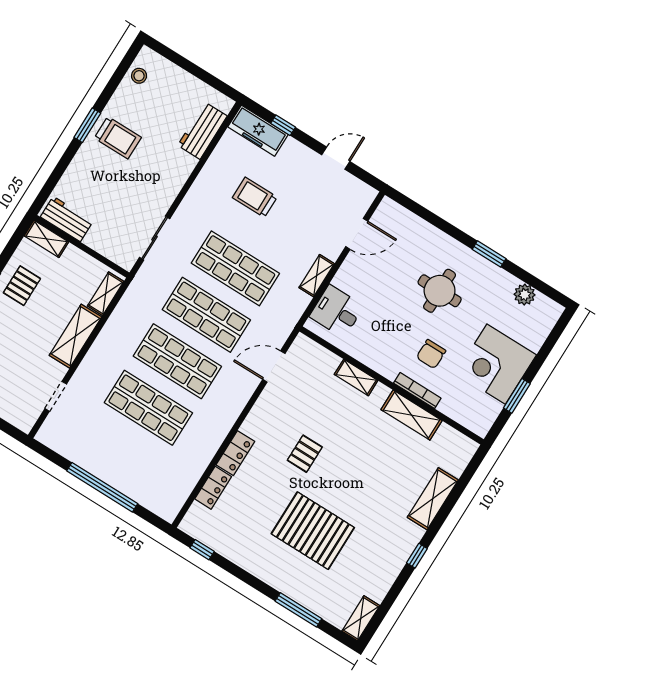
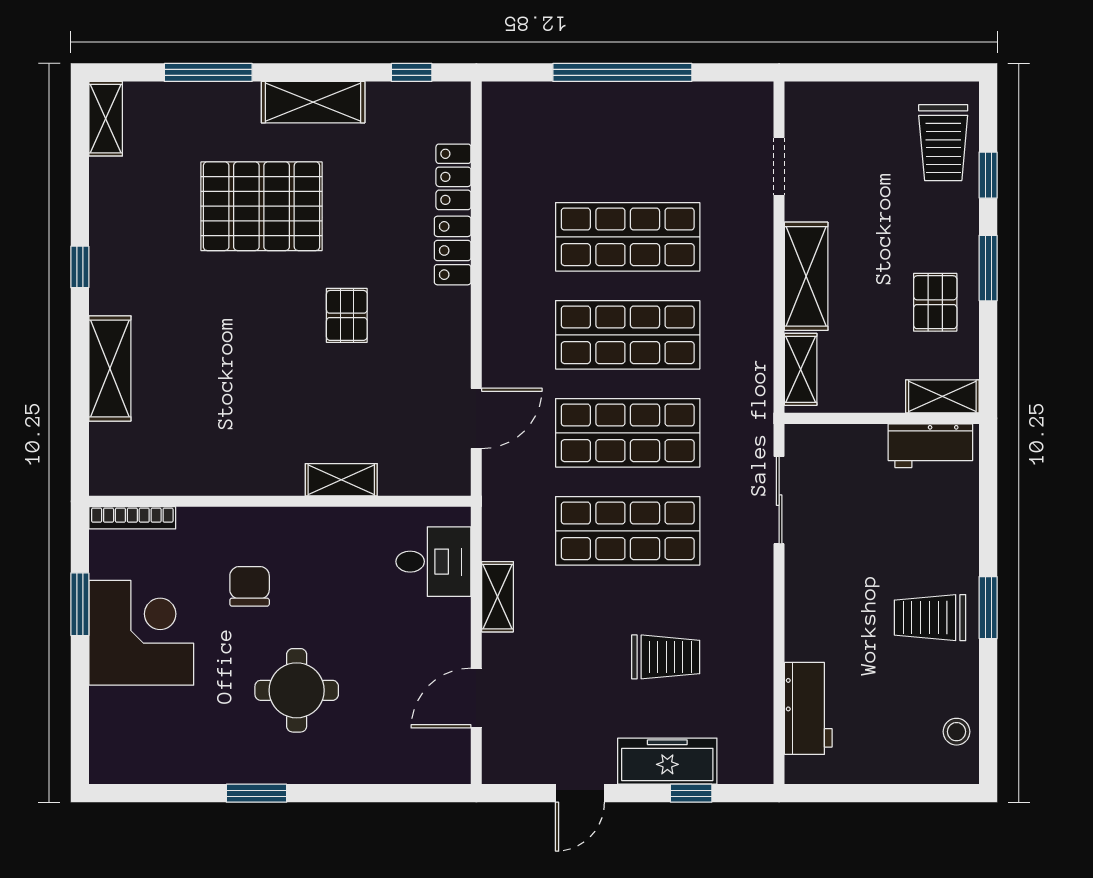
freezer: (258, 131) -> (667, 761), moved
plant: (525, 295) -> (164, 765), removed
bookcase: (417, 391) -> (132, 518), moved
shelving: (412, 415) -> (313, 102), moved

